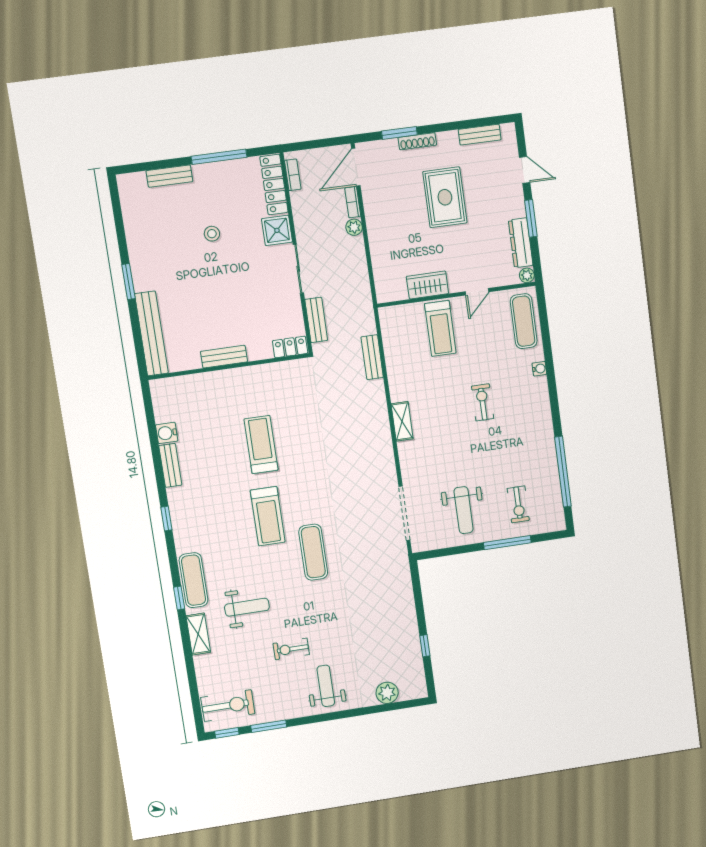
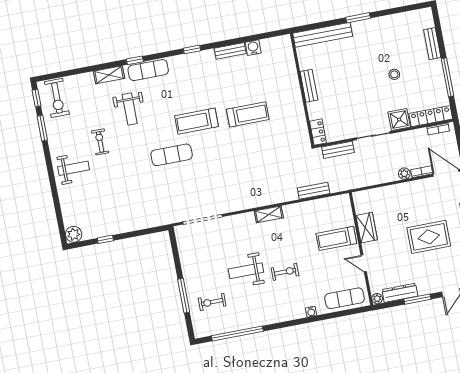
weight bench: (464, 510) -> (246, 271), moved
plant: (387, 693) -> (74, 234), moved

